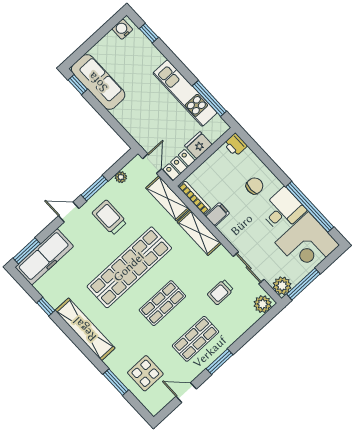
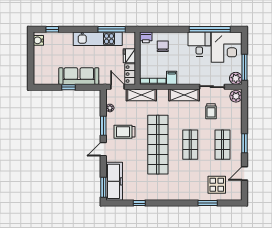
sofa: (98, 82) -> (79, 76), moved
window: (78, 85) -> (69, 87), moved
chair: (255, 186) -> (163, 46), moved
shelving: (199, 233) -> (184, 95), moved
shelving: (85, 329) -> (168, 194), removed

